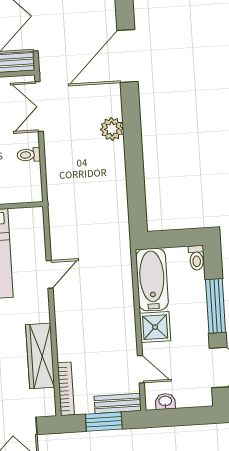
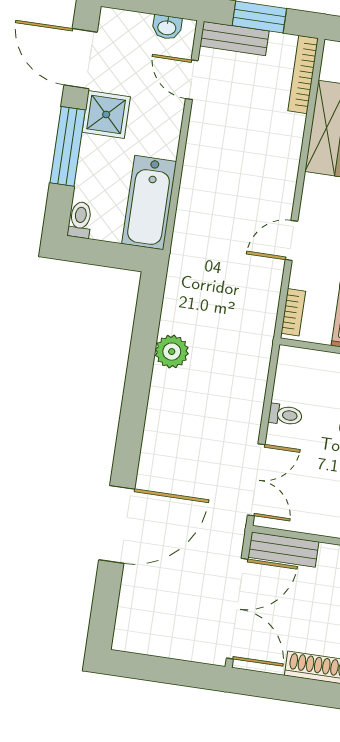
plant: (112, 129) -> (172, 352), moved
bookcase: (38, 226) -> (293, 312), added
shower: (155, 327) -> (106, 114), moved

